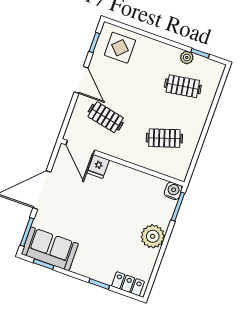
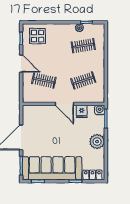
door: (80, 147) -> (64, 104), moved
fridge: (98, 166) -> (82, 111), moved
sofa: (50, 249) -> (52, 168), width x1.85, depth x1.27

